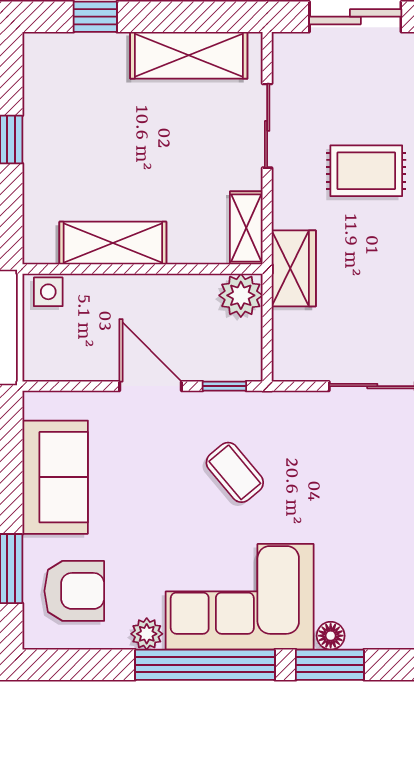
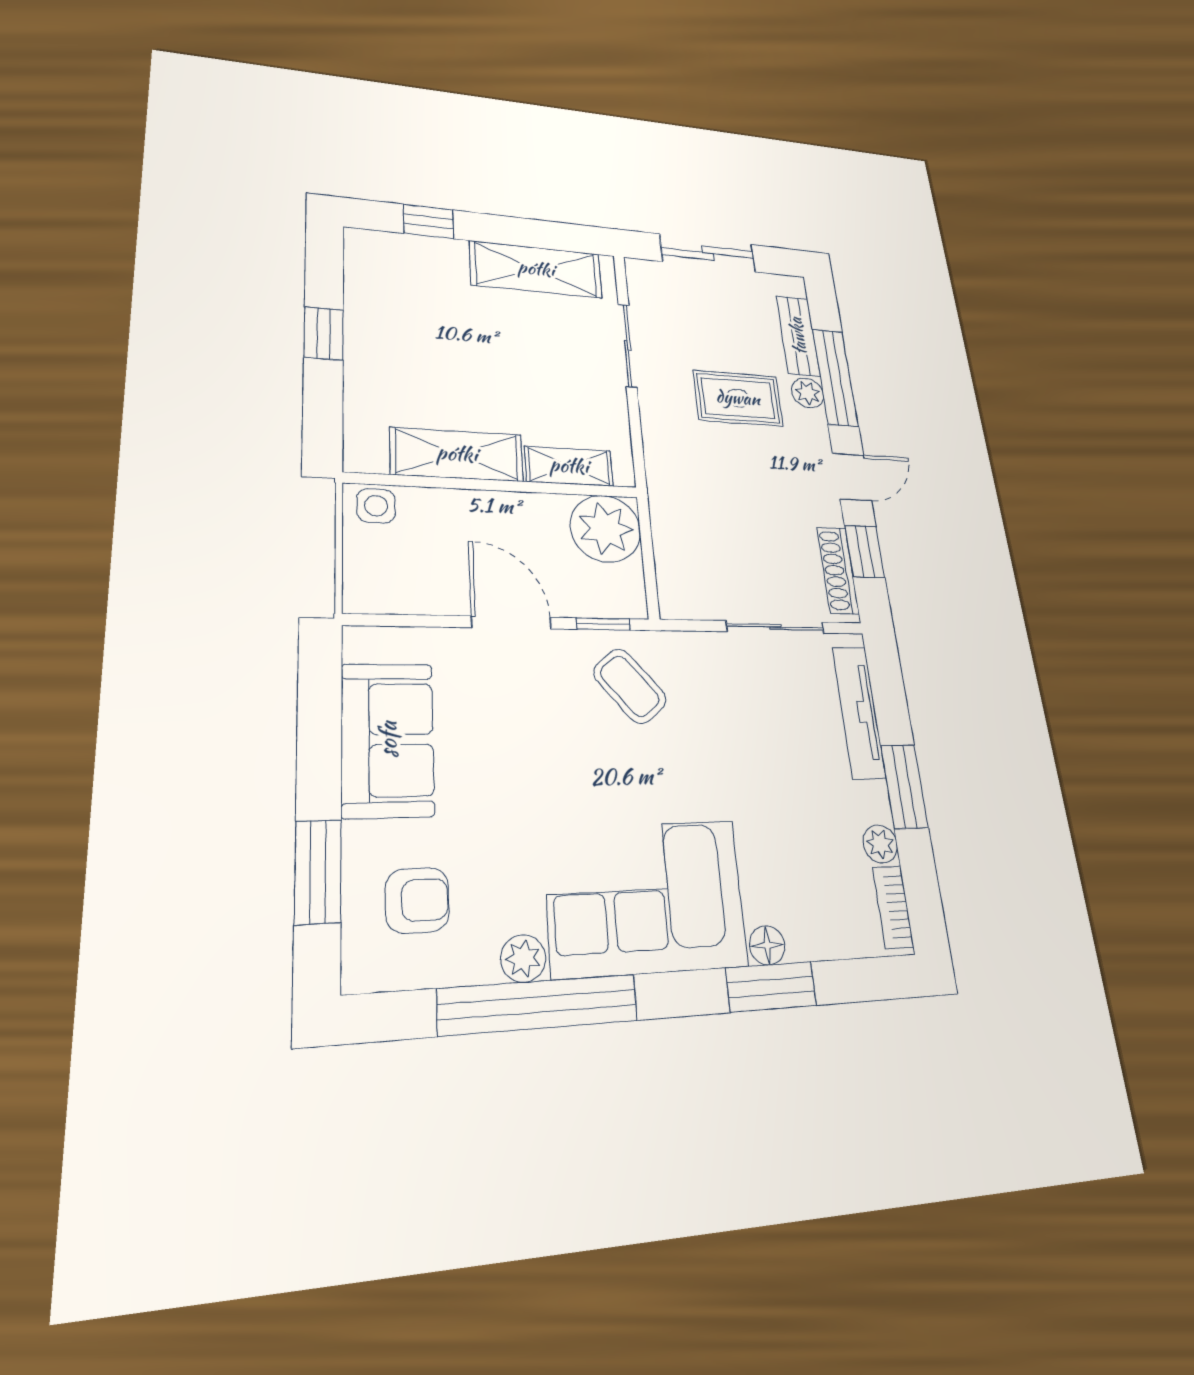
shelving: (246, 228) -> (569, 466), moved, turned 90
wardrobe: (294, 268) -> (672, 493), removed
plant: (241, 295) -> (606, 529), width x1.36, depth x1.36
coffee table: (235, 472) -> (630, 686), moved
armchair: (74, 591) -> (417, 900), width x0.72, depth x0.72
window: (205, 665) -> (538, 1005), moved

